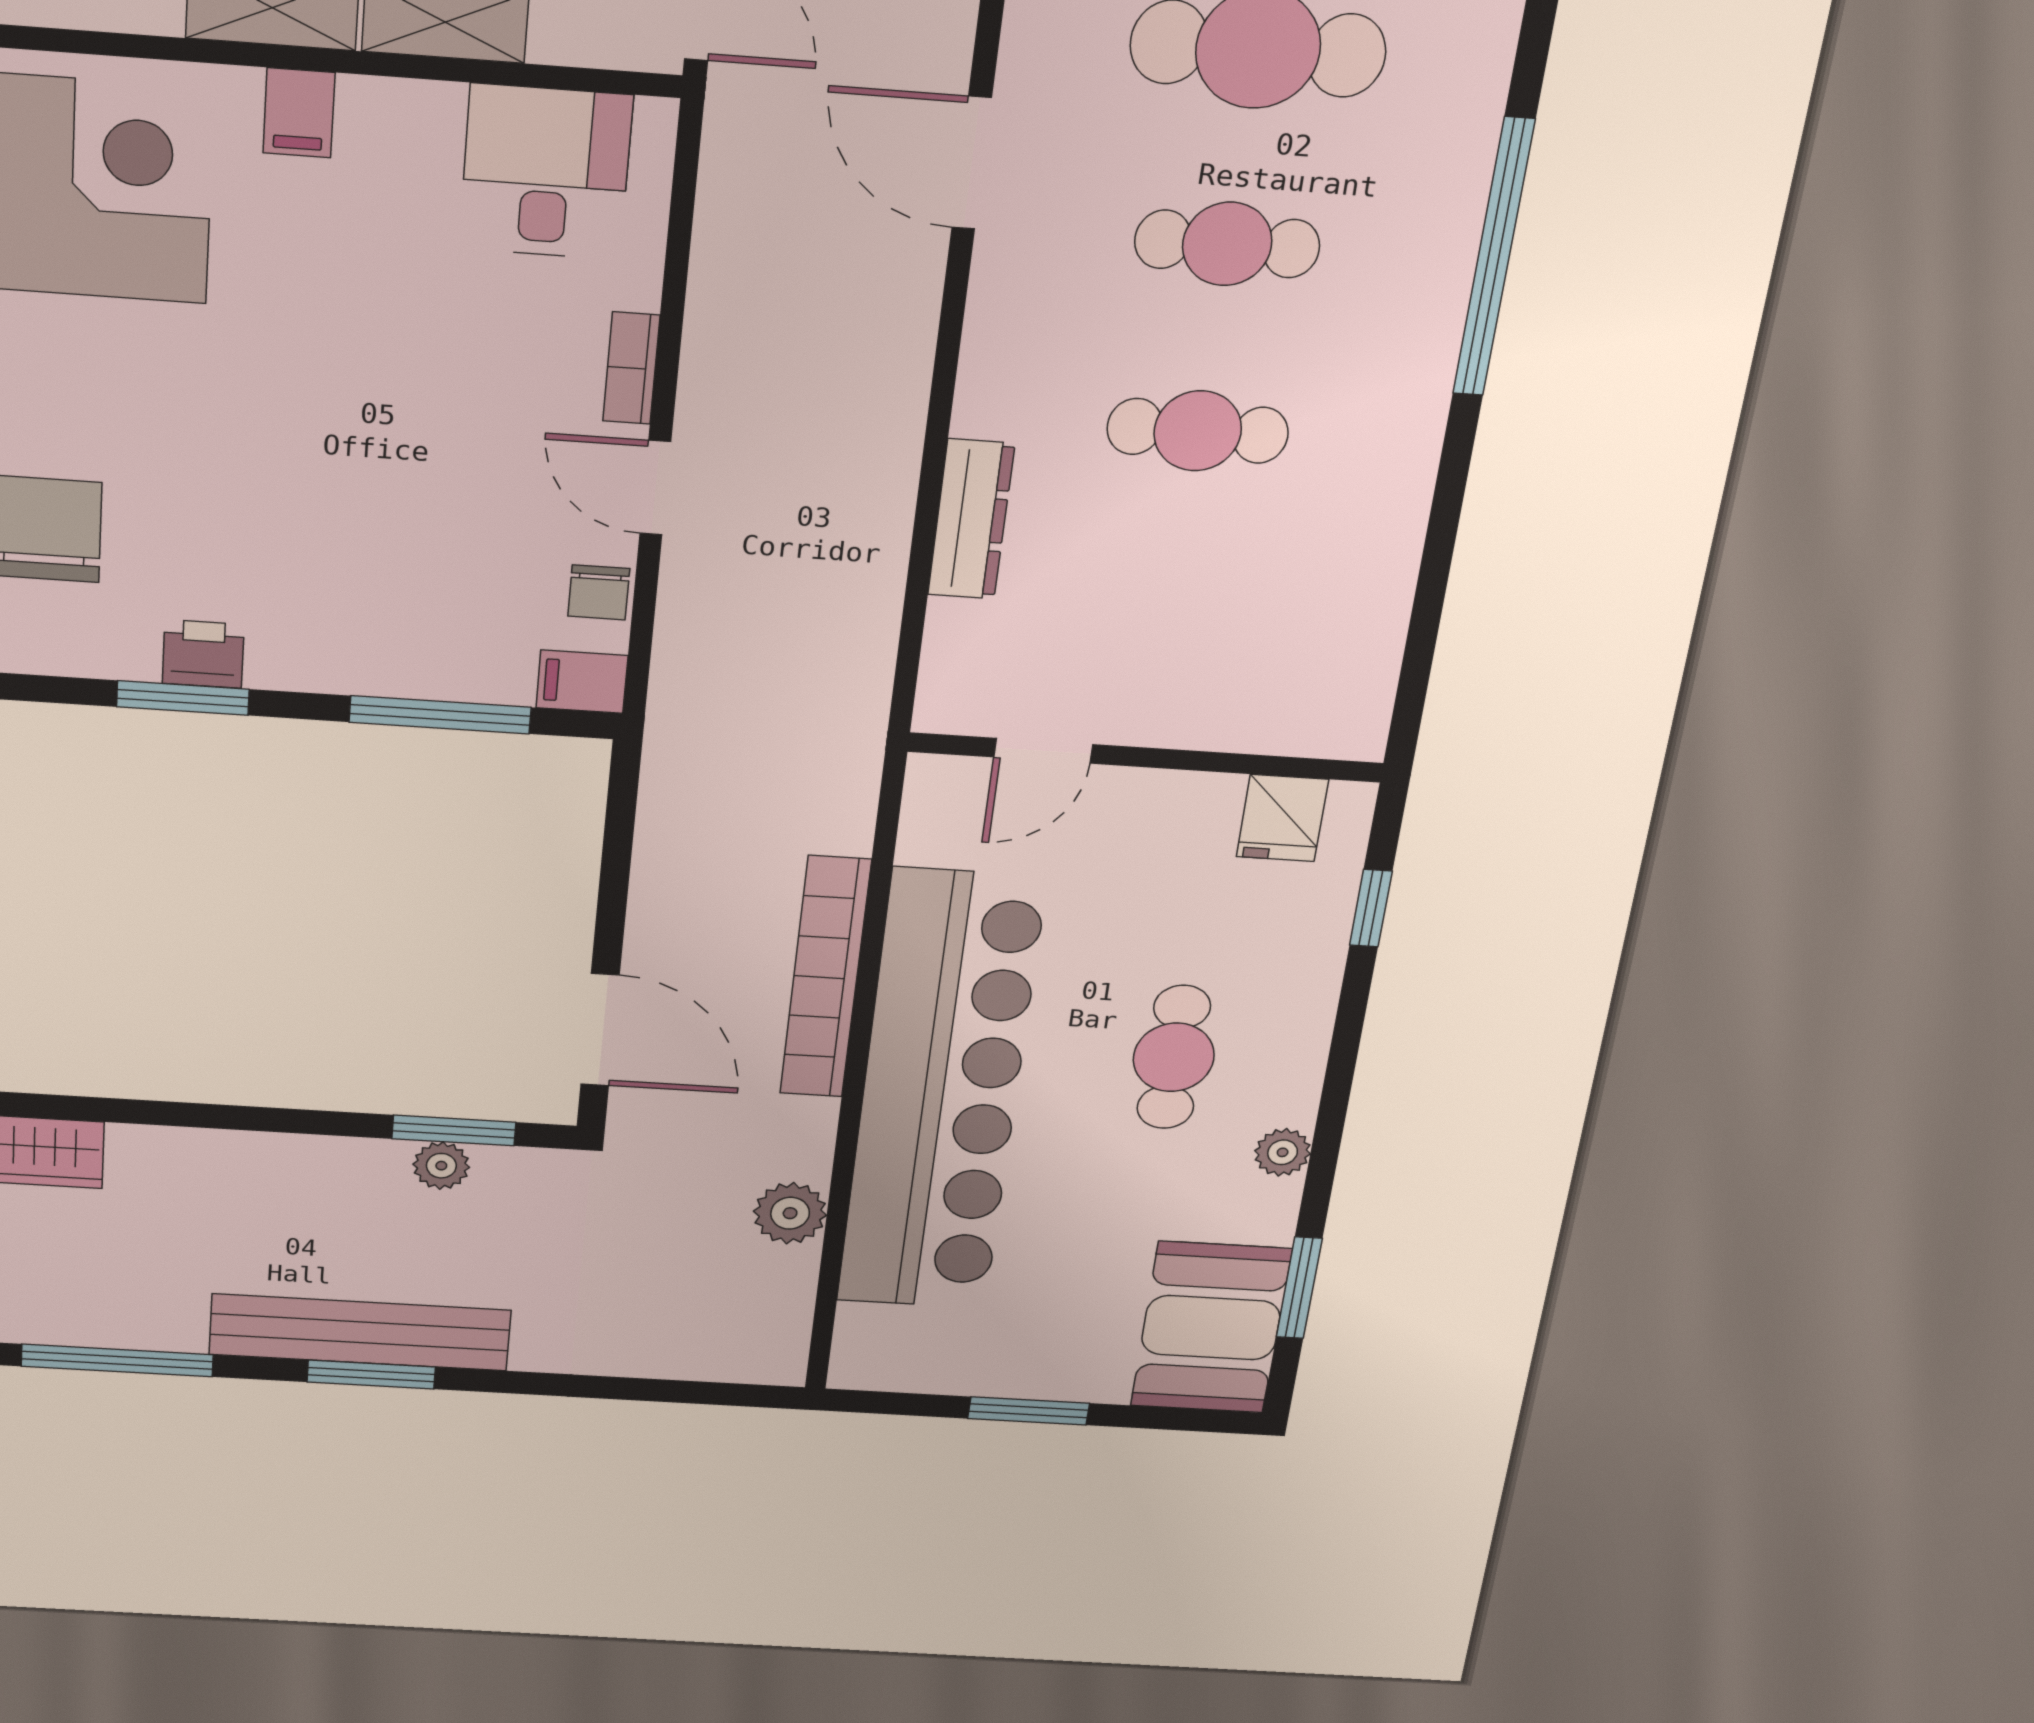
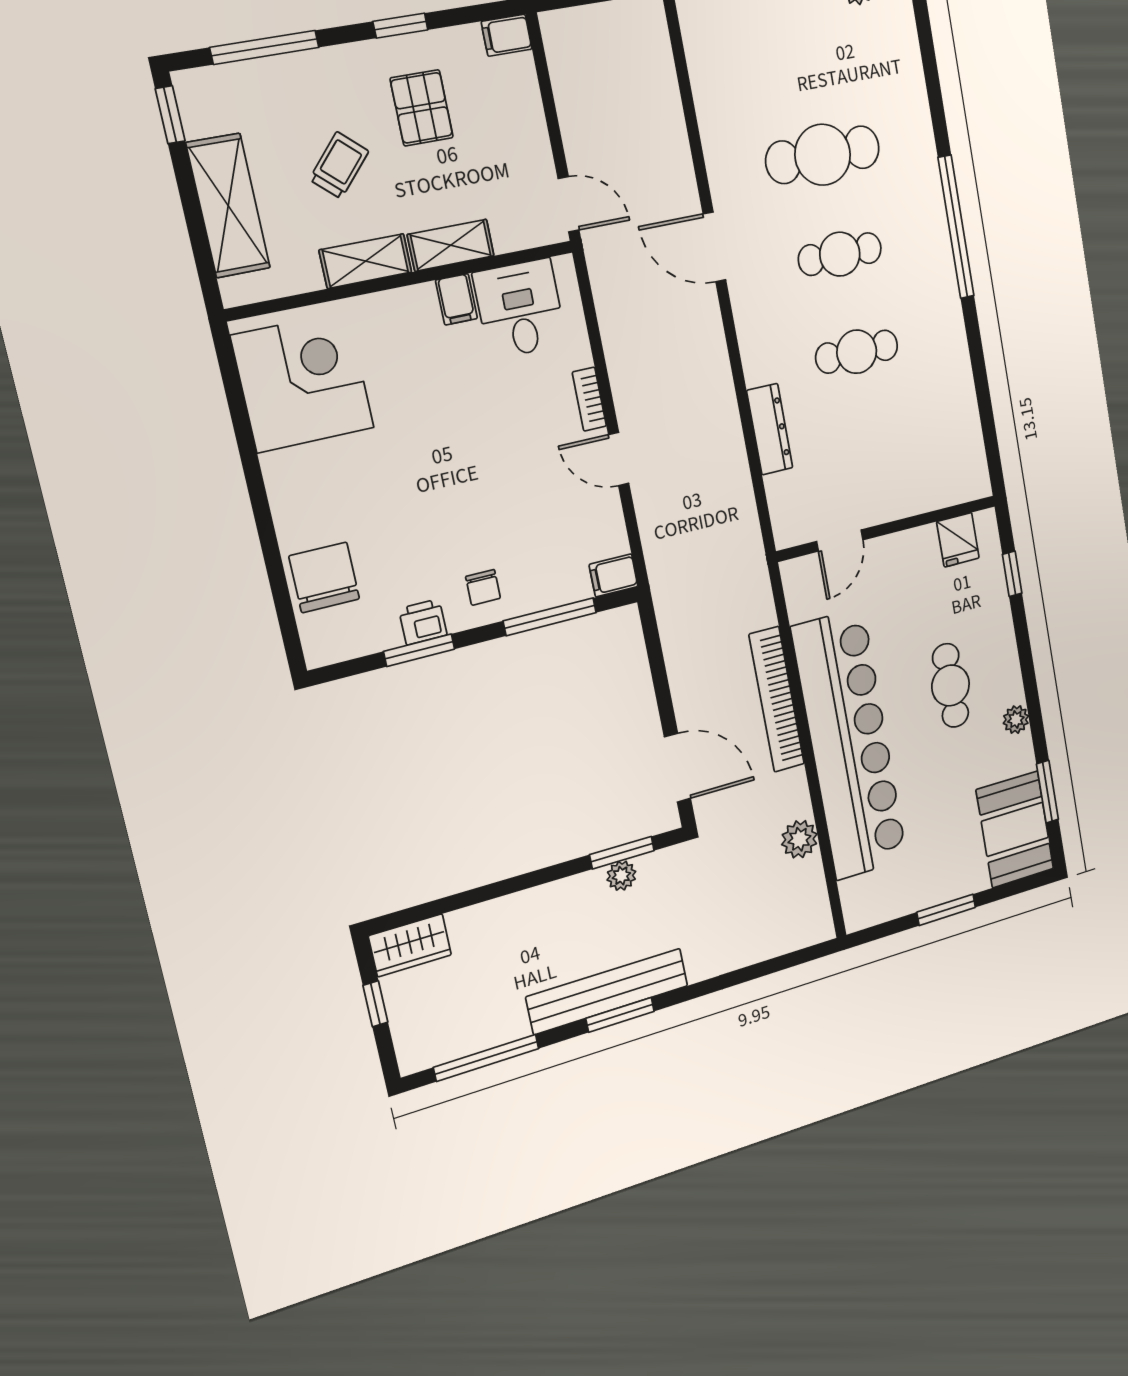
filing cabinet: (299, 113) -> (456, 299), moved
chair: (599, 592) -> (483, 587), moved

